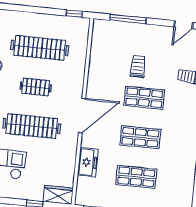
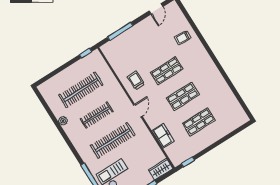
trolley: (138, 66) -> (136, 80), moved
clothes rail: (36, 87) -> (97, 115), width x1.36
door: (82, 116) -> (138, 111), width x0.53

